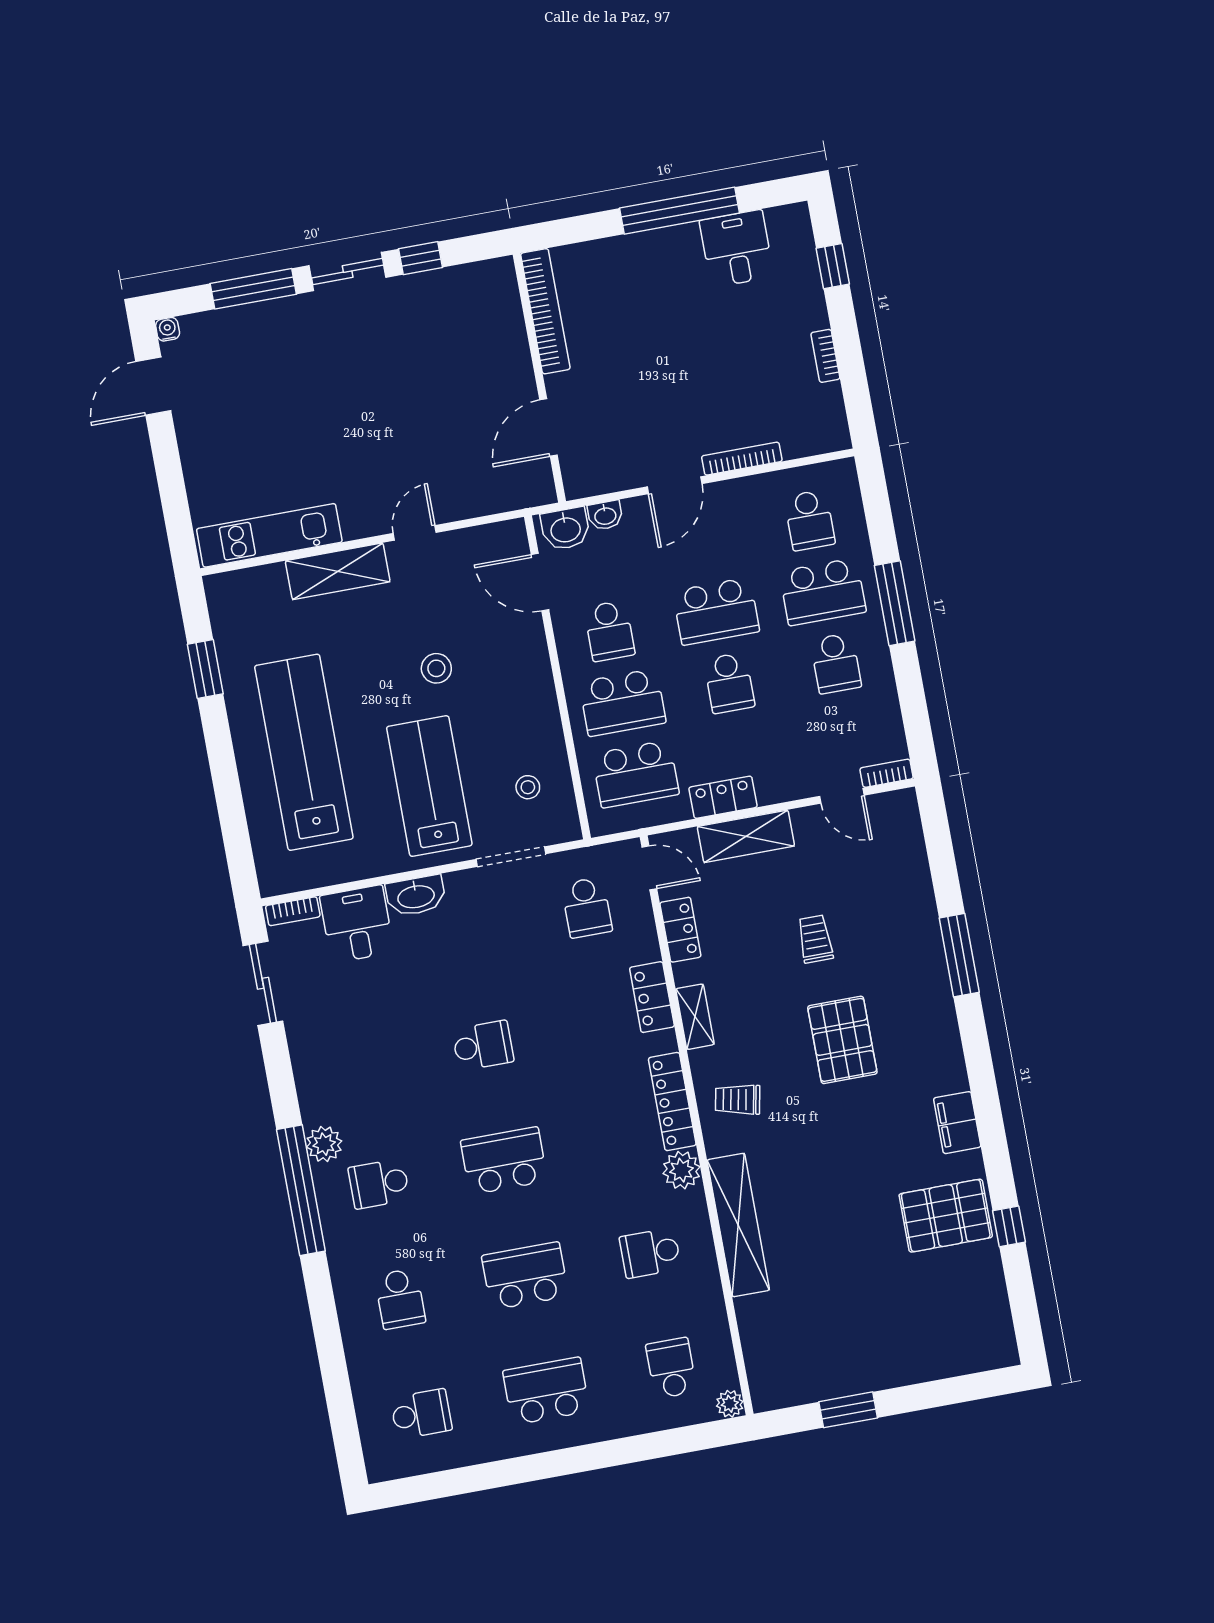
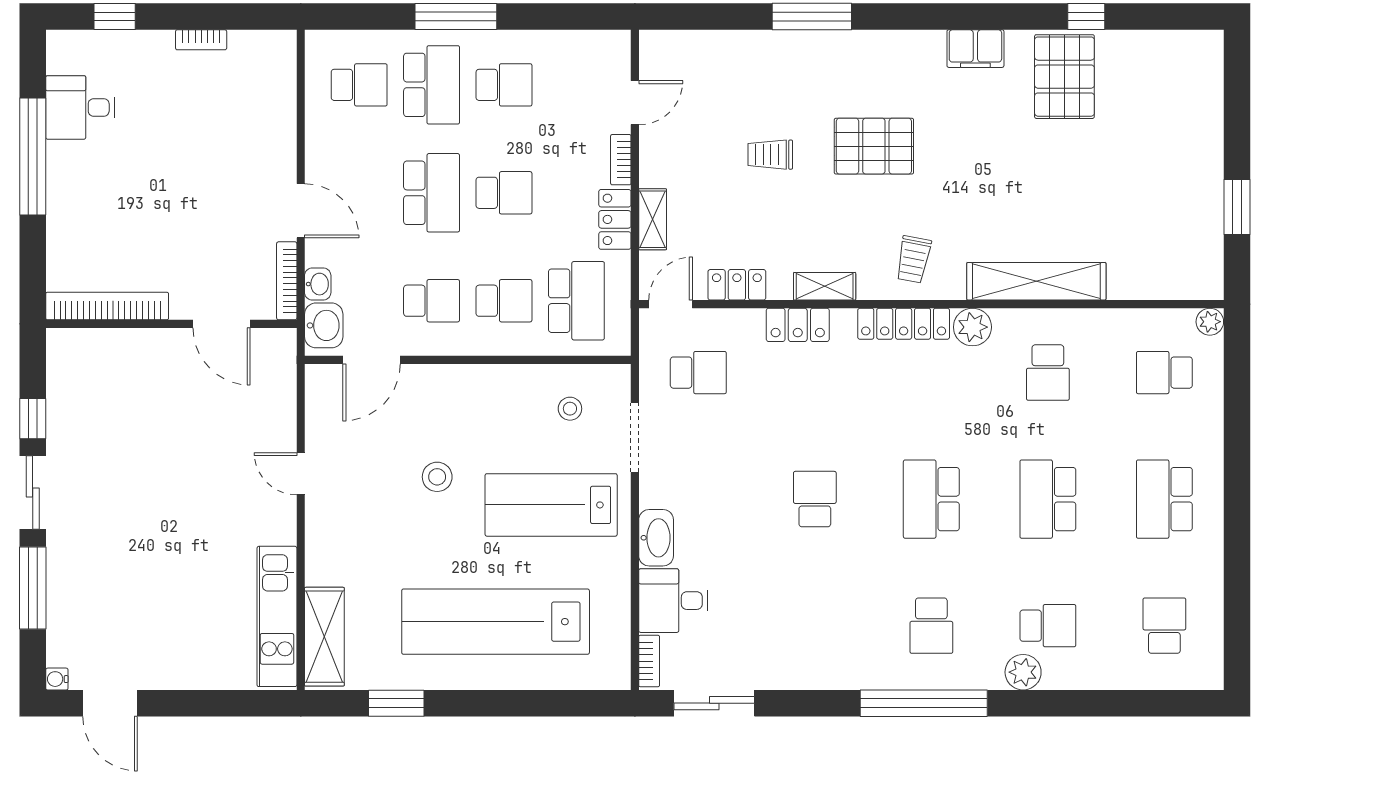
bookcase: (742, 459) -> (287, 281), moved
shelving: (338, 571) -> (324, 637), moved
school desk: (623, 702) -> (504, 301), width x0.54
bookcase: (887, 773) -> (621, 160), moved
shelving: (746, 836) -> (653, 219), width x0.67, depth x0.75
plant: (324, 1144) -> (1023, 672), moved

